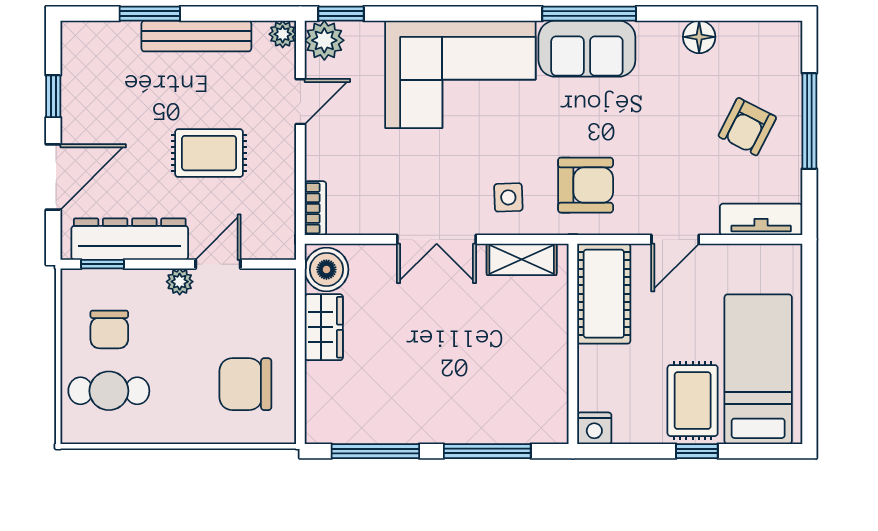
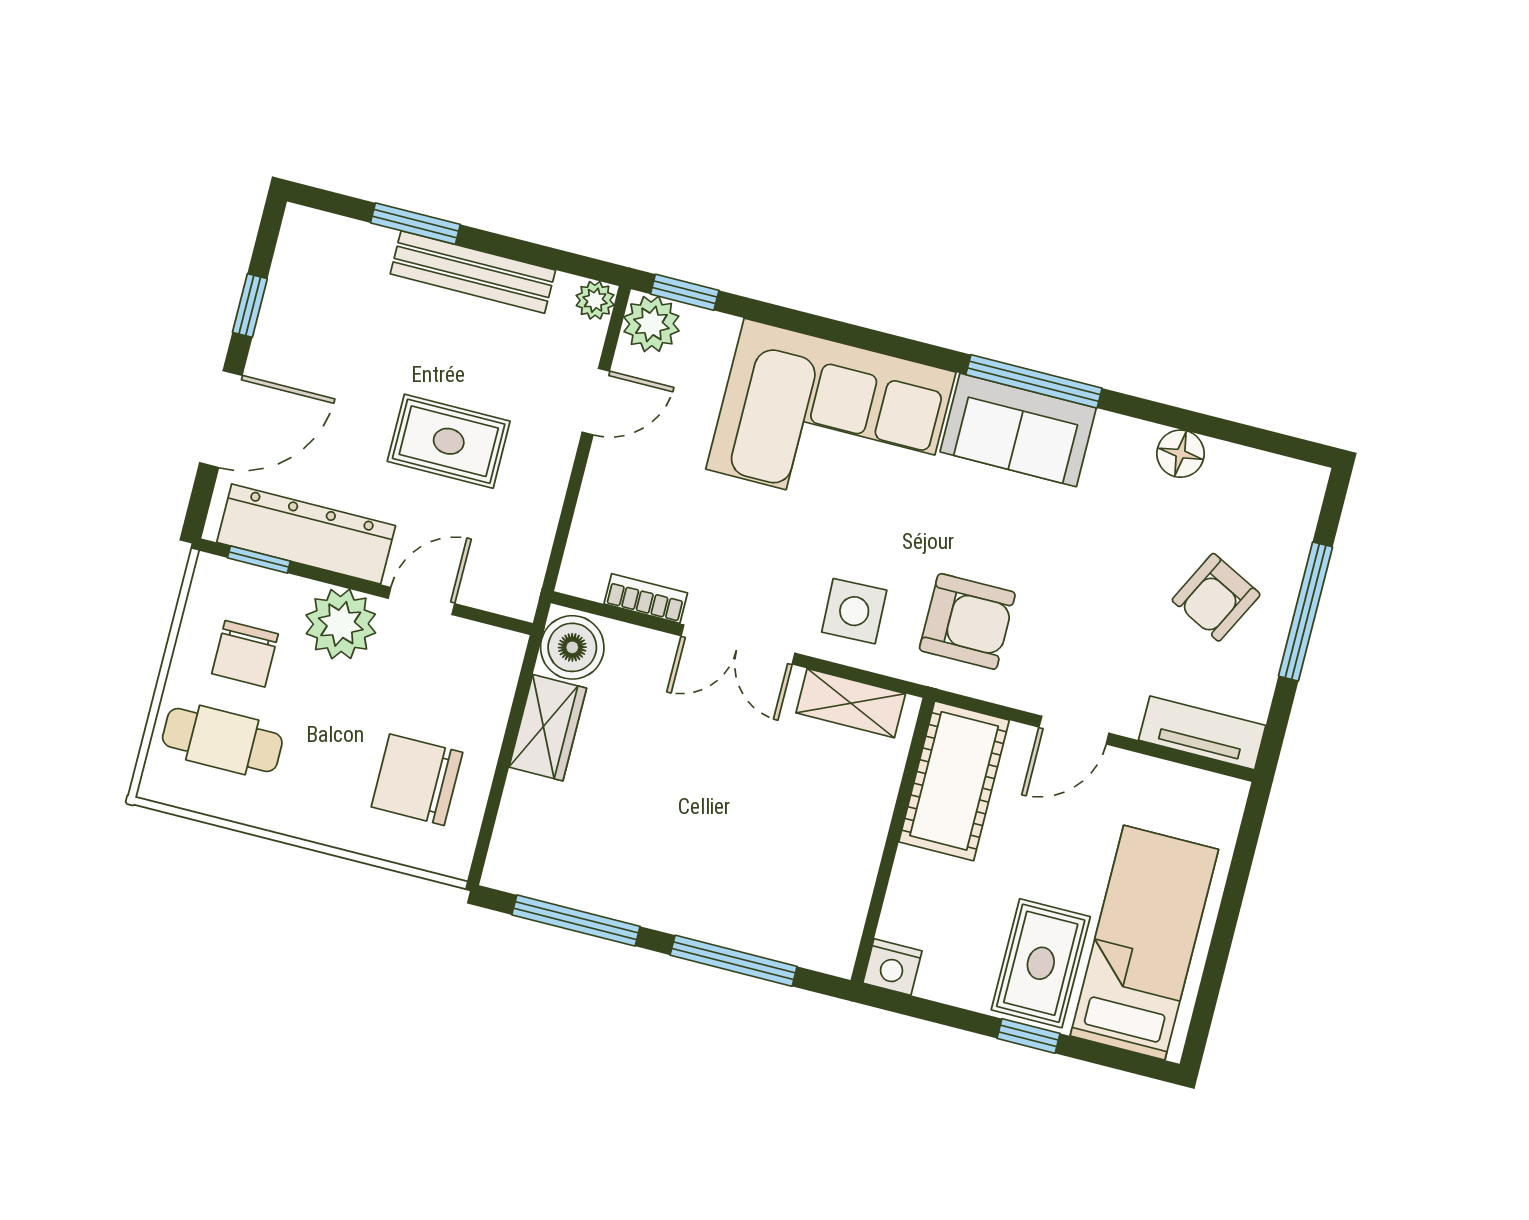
side table: (508, 197) -> (854, 611), width x1.37, depth x1.37
bookcase: (315, 208) -> (646, 598), moved, turned -90
plant: (180, 282) -> (341, 624), width x1.88, depth x1.88

